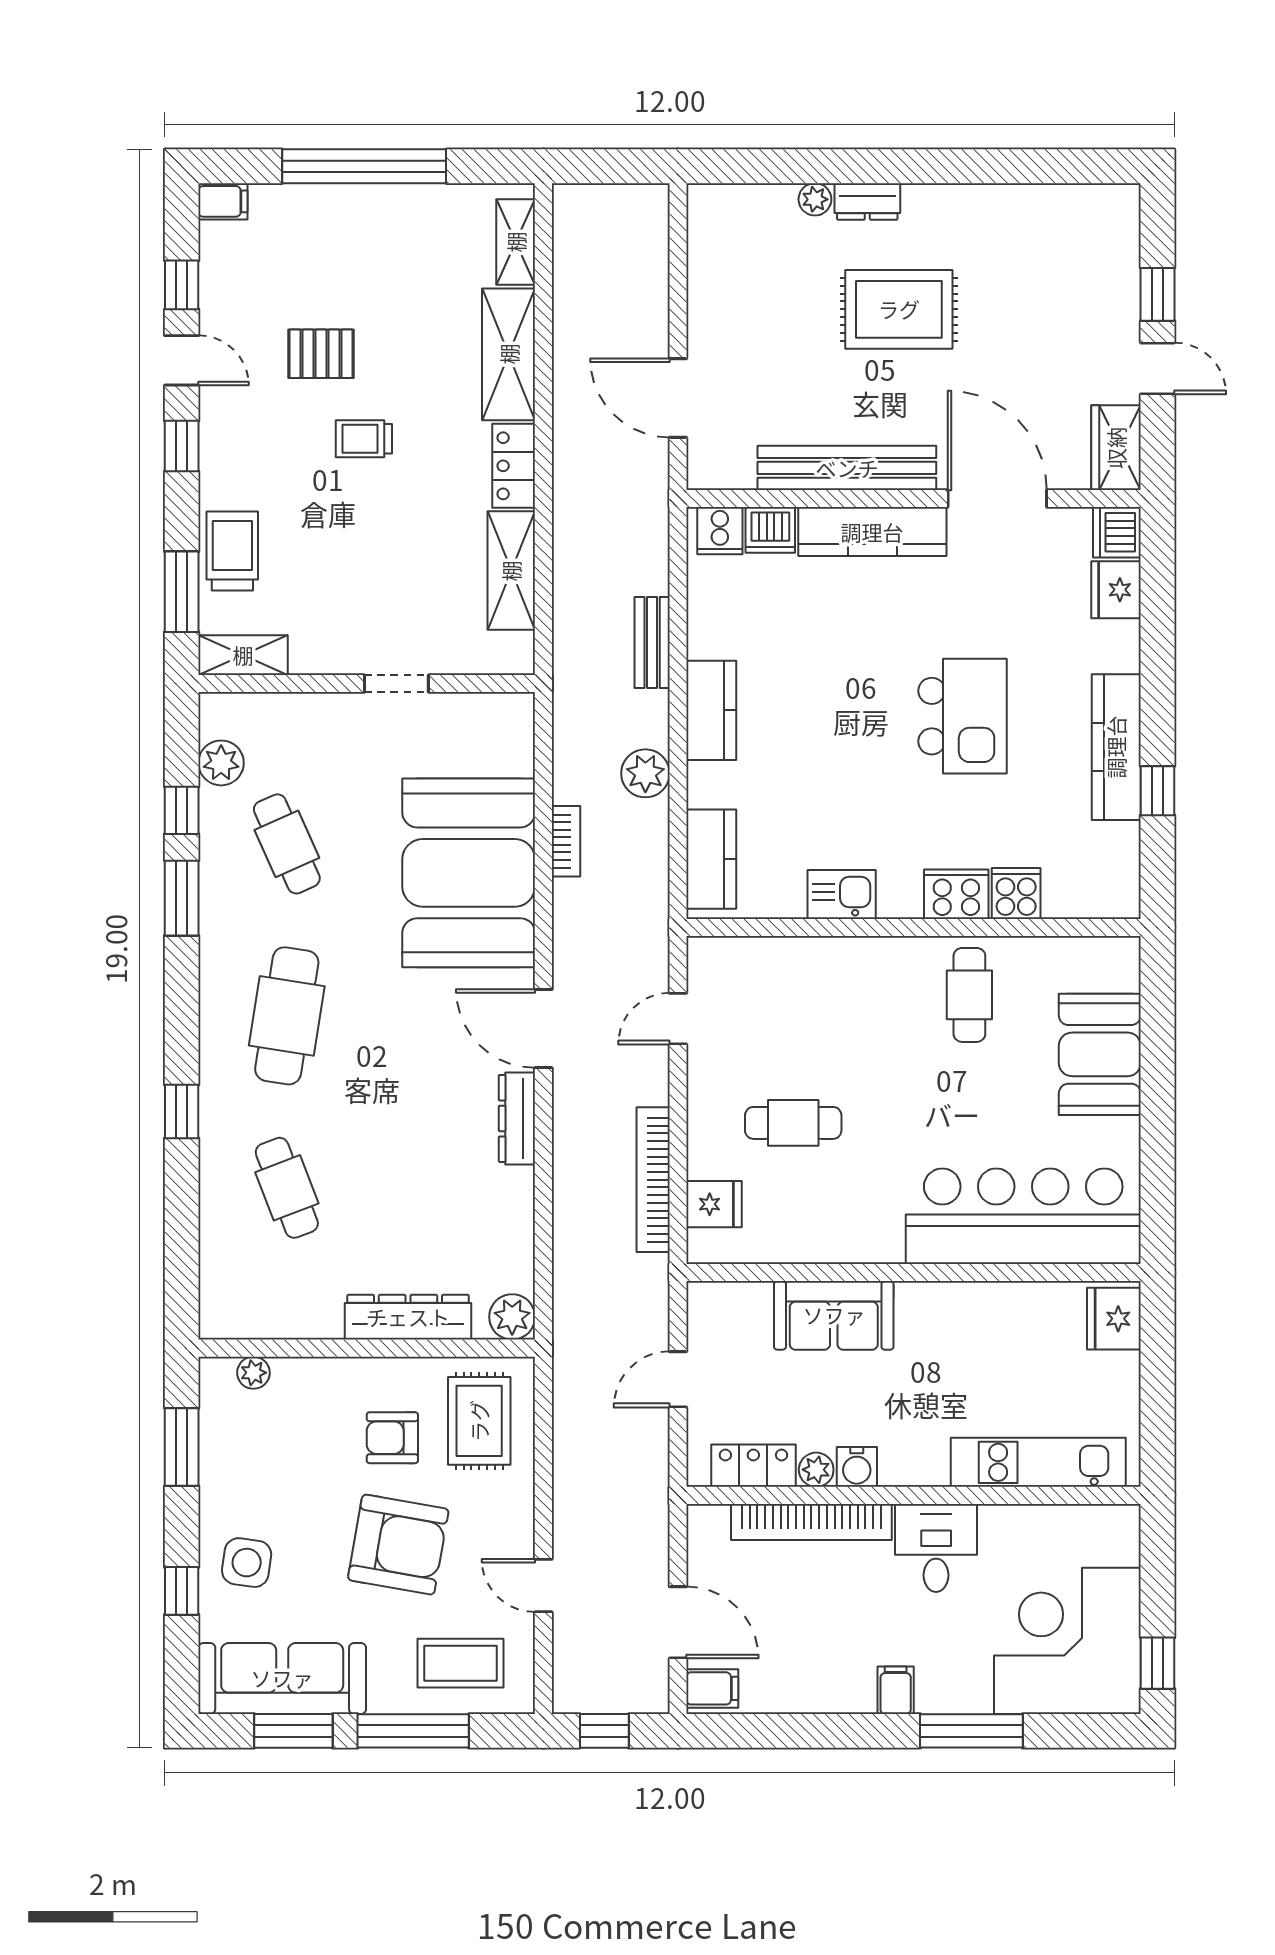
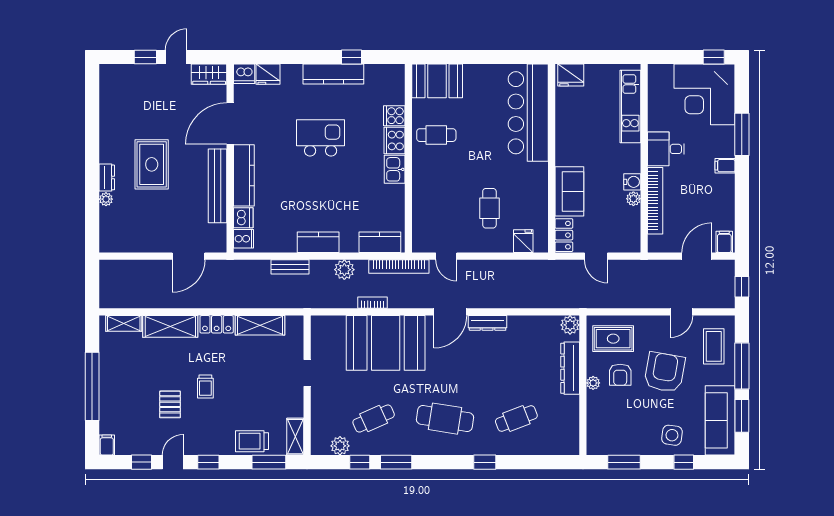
kitchen sink: (842, 894) -> (395, 169), moved
booth: (1100, 1054) -> (437, 81), moved
bookcase: (653, 1180) -> (399, 266), moved
plant: (253, 1373) -> (593, 383), moved
locker: (753, 1466) -> (564, 235), moved, turned 180

